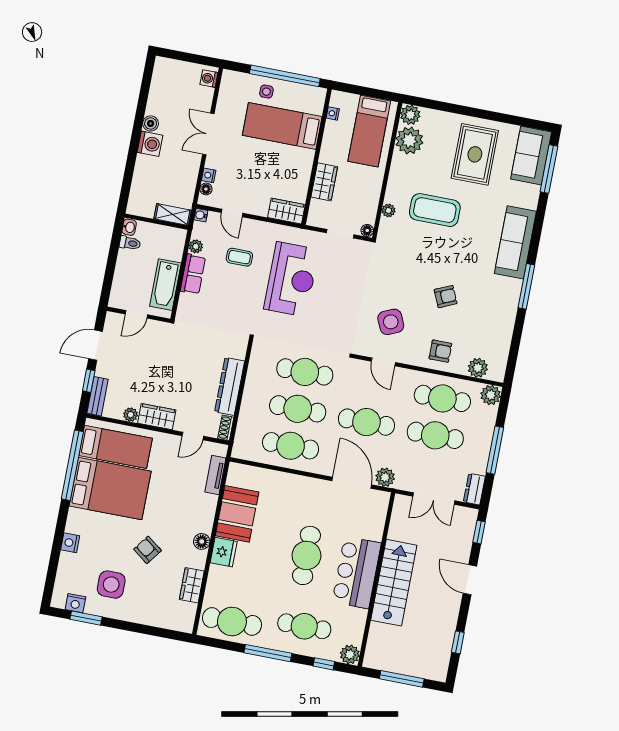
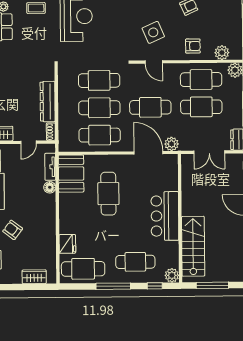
booth: (237, 514) -> (71, 174), moved
floor lamp: (202, 541) -> (50, 187), moved
fridge: (224, 552) -> (67, 244), moved
cafe table: (306, 555) -> (108, 194), moved
stairs: (394, 583) -> (193, 246), moved
wardrobe: (192, 585) -> (34, 277), moved, turned 90

